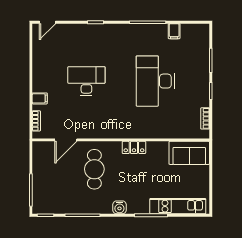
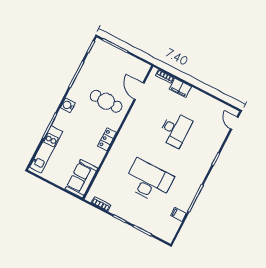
filing cabinet: (40, 98) -> (180, 88), width x2.00

